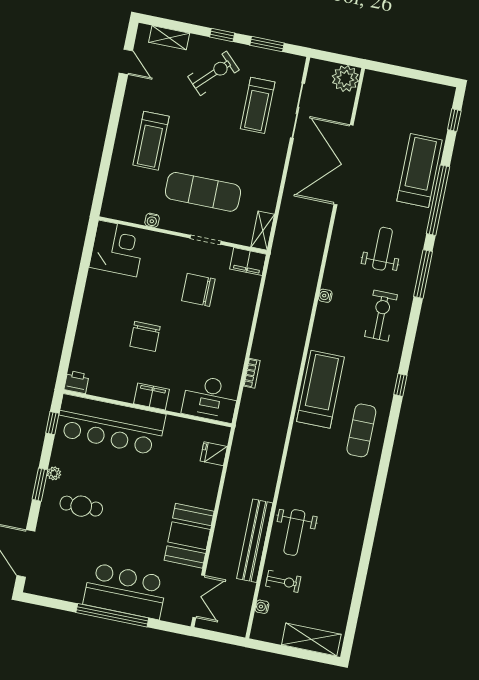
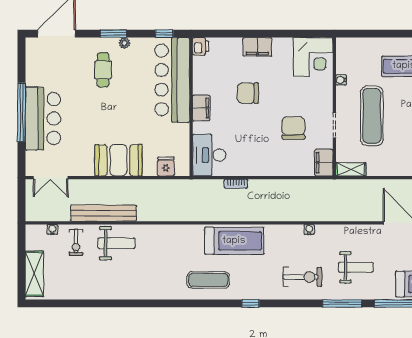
filing cabinet: (91, 314) -> (257, 47), added
weight bench: (294, 532) -> (117, 243), turned 180
booth: (189, 536) -> (118, 160), moved

